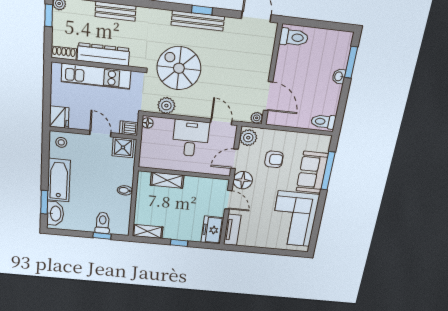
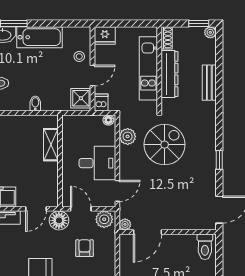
bench: (198, 21) -> (209, 157), removed
stool: (61, 142) -> (79, 56), moved
armchair: (274, 159) -> (85, 248), turned 180

